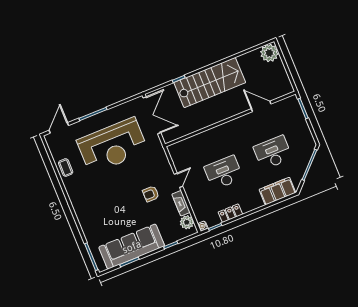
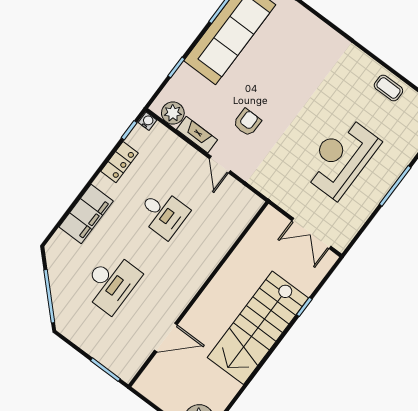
double door: (152, 115) -> (311, 233), width x0.73
reception desk: (112, 146) -> (341, 158), width x0.74, depth x0.77
desk: (224, 173) -> (163, 213), width x0.73
filing cabinet: (277, 191) -> (86, 214), moved

